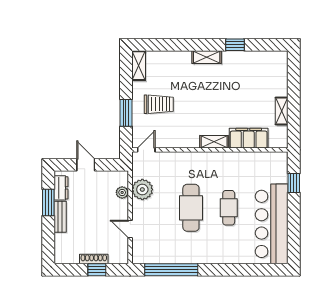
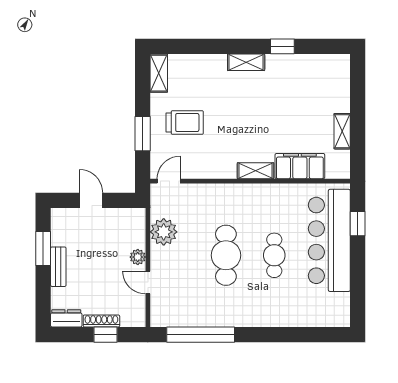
dresser: (61, 188) -> (66, 318), moved, turned -90
plant: (122, 192) -> (138, 257), moved
bar counter: (272, 224) -> (329, 240), moved

